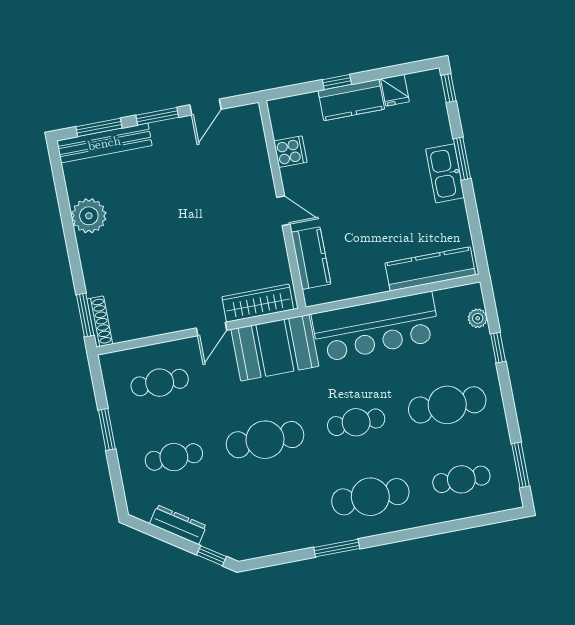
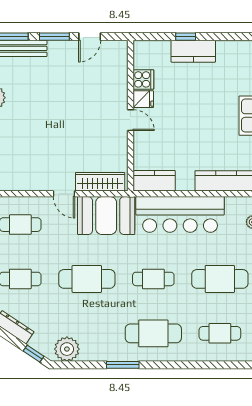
fridge: (395, 90) -> (143, 99), moved, turned -90
kitchen counter: (311, 258) -> (154, 181), moved, turned -90
door: (212, 329) -> (64, 194), hinge flipped
plant: (256, 541) -> (67, 349), added

